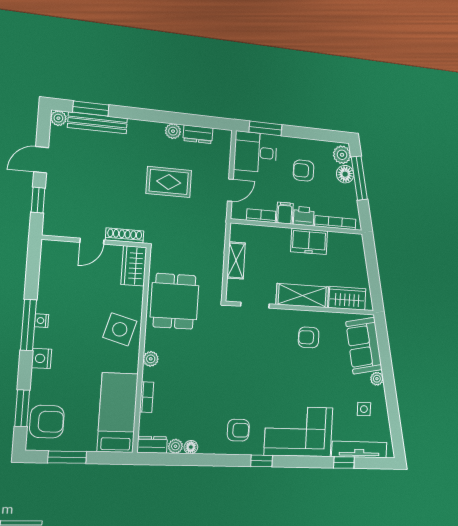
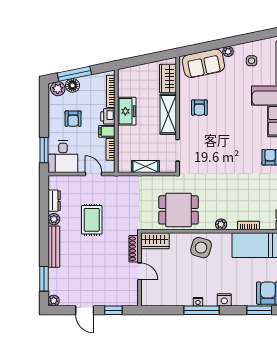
bench: (98, 123) -> (54, 247), moved

